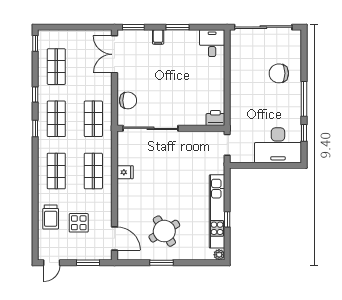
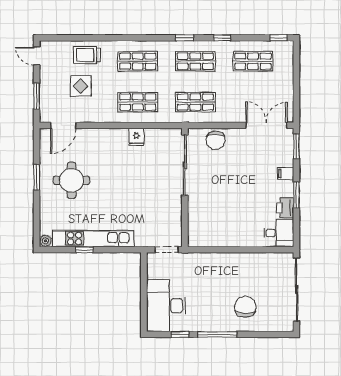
printer: (215, 118) -> (285, 208), moved, turned 180
round table: (164, 231) -> (72, 180), turned 31

